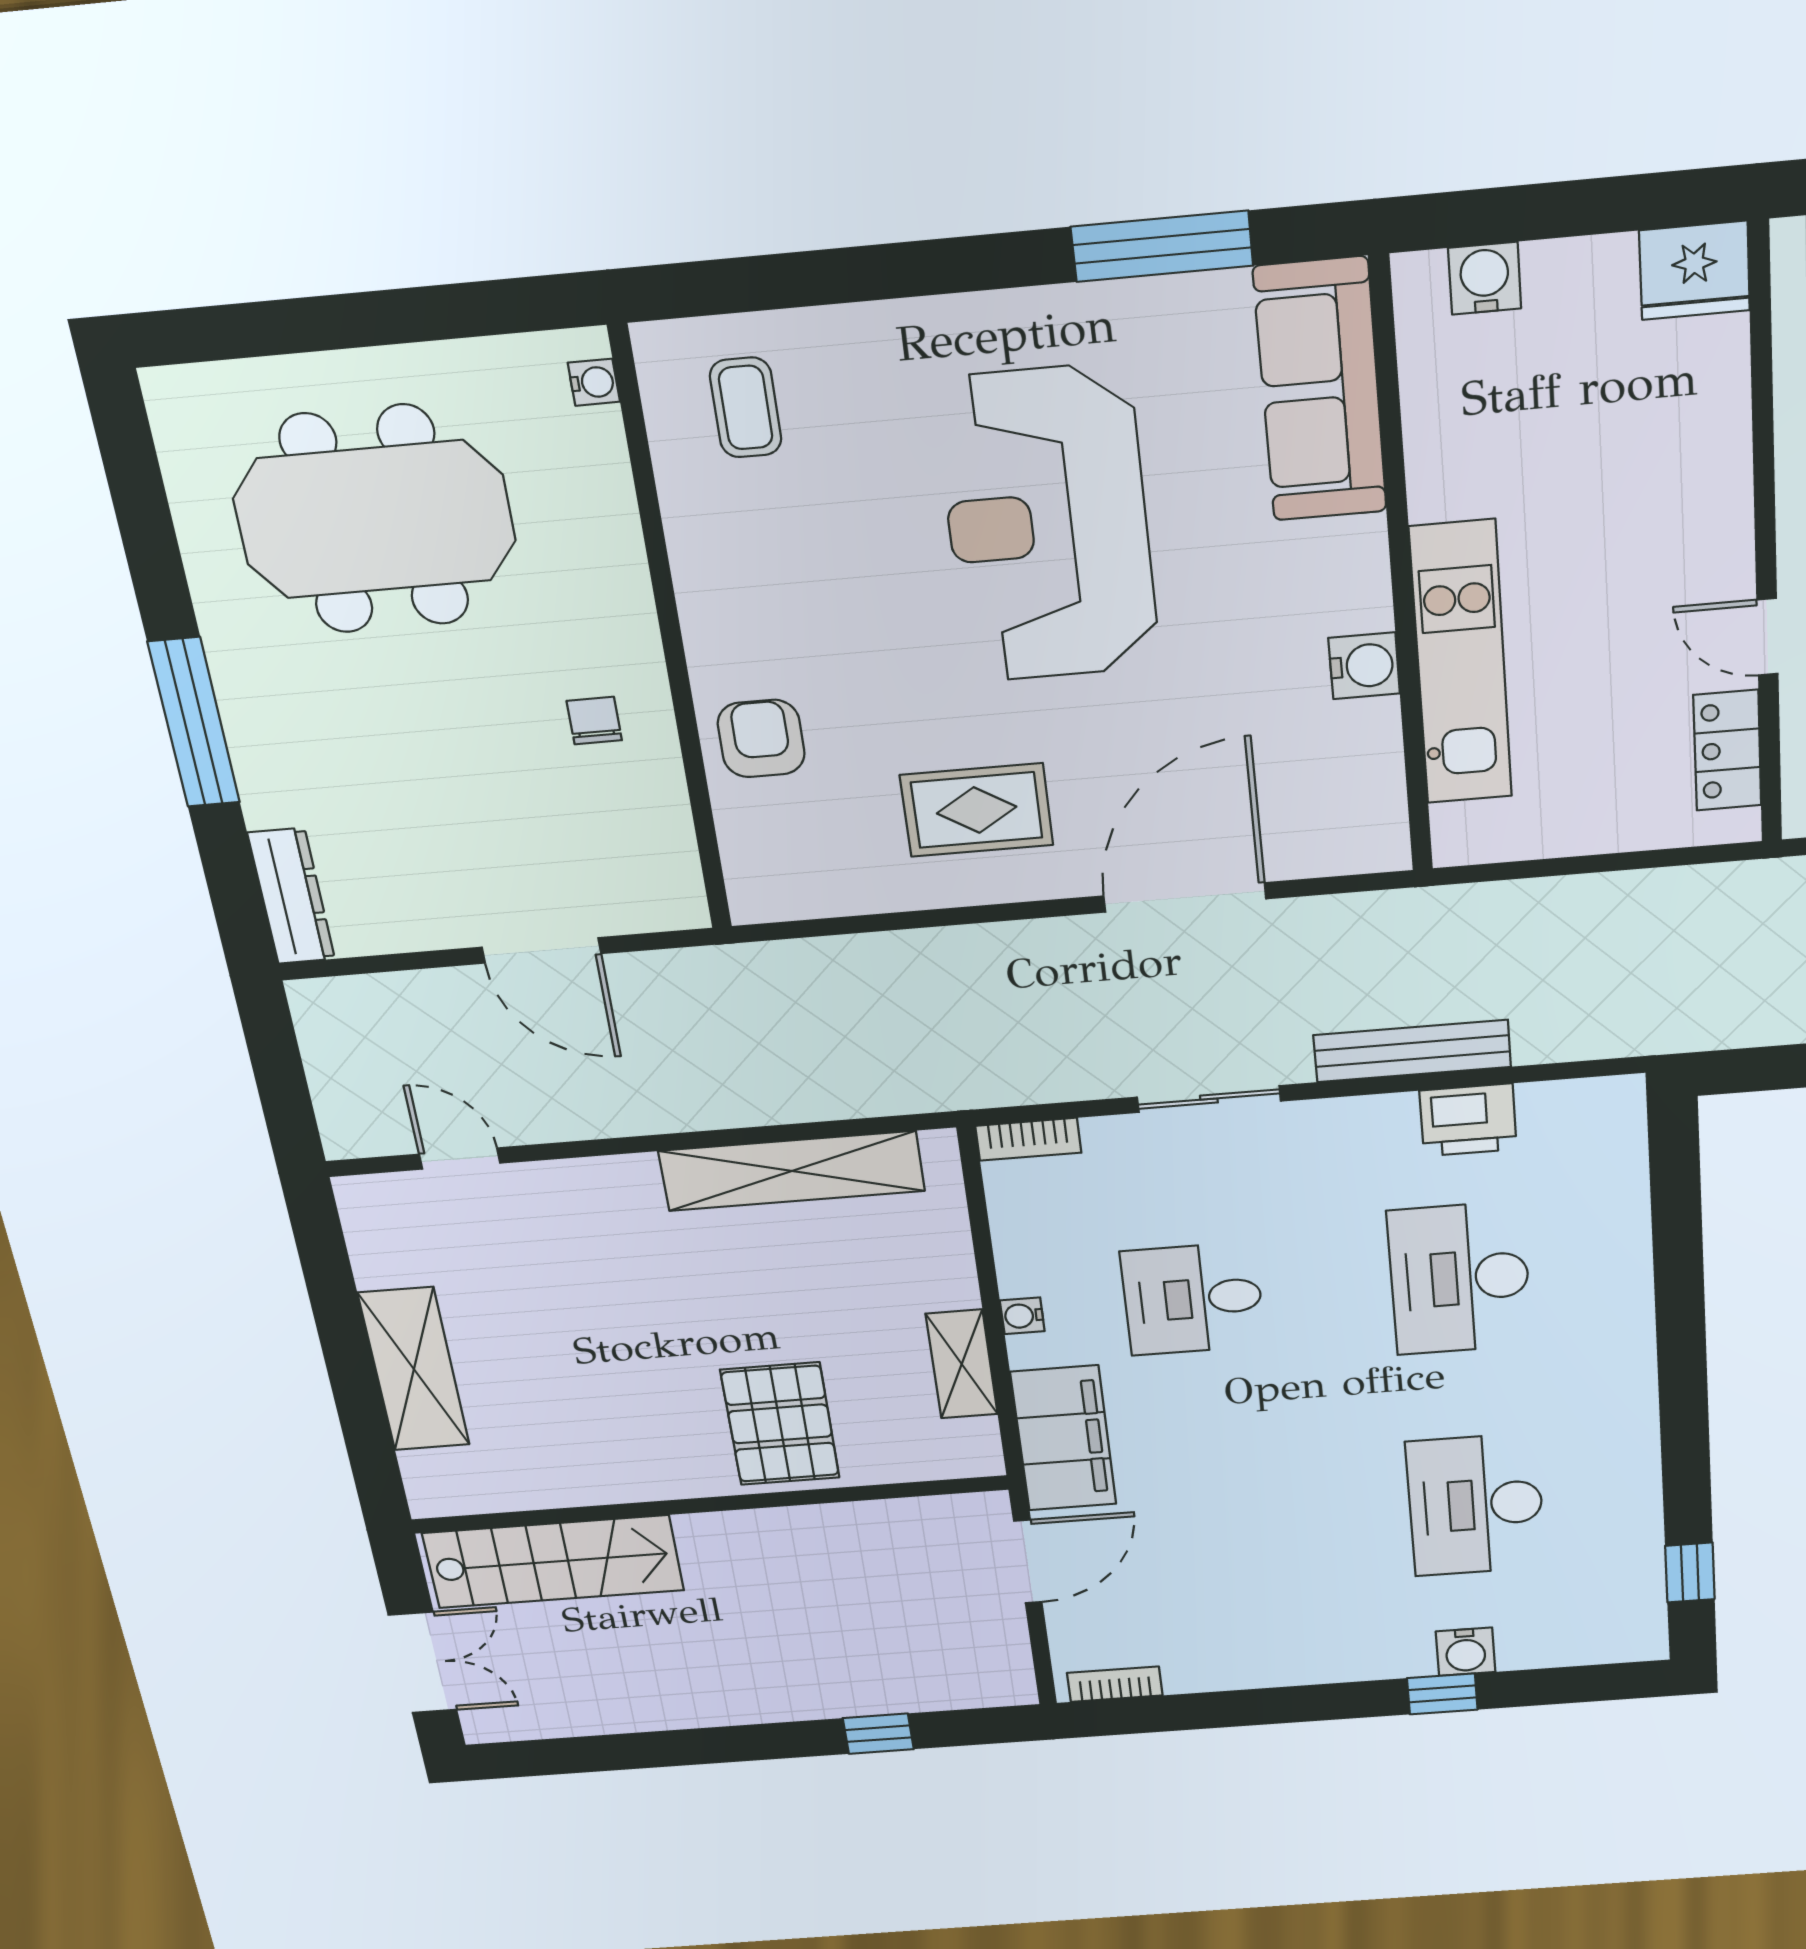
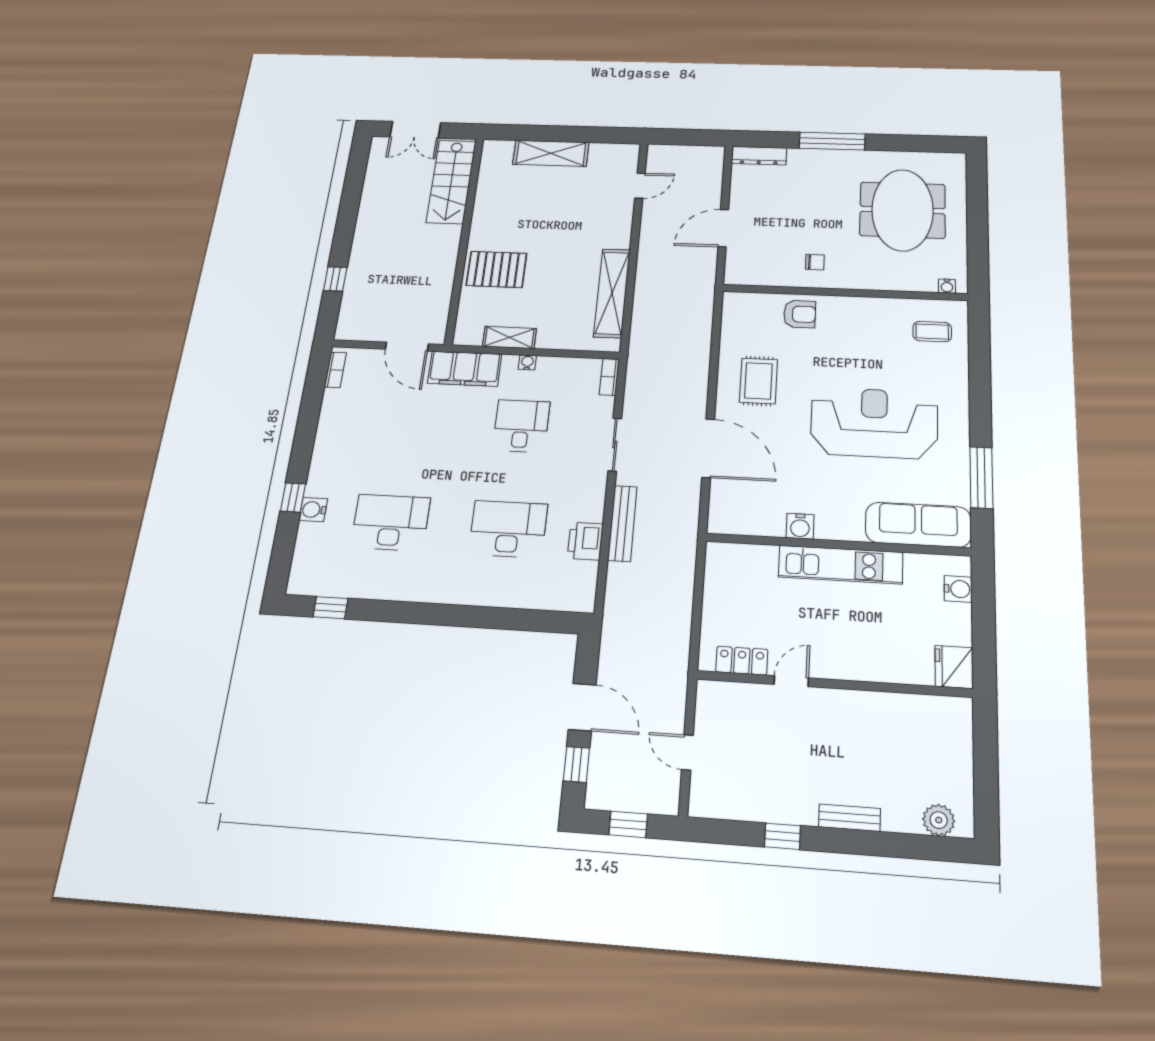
kitchen unit: (1461, 663) -> (841, 565), moved

